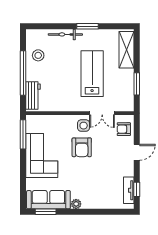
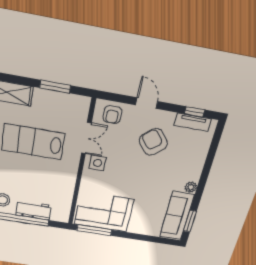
workbench: (33, 95) -> (34, 210), moved
armchair: (82, 147) -> (153, 142), moved, turned -129
corner sofa: (42, 156) -> (104, 212), moved

